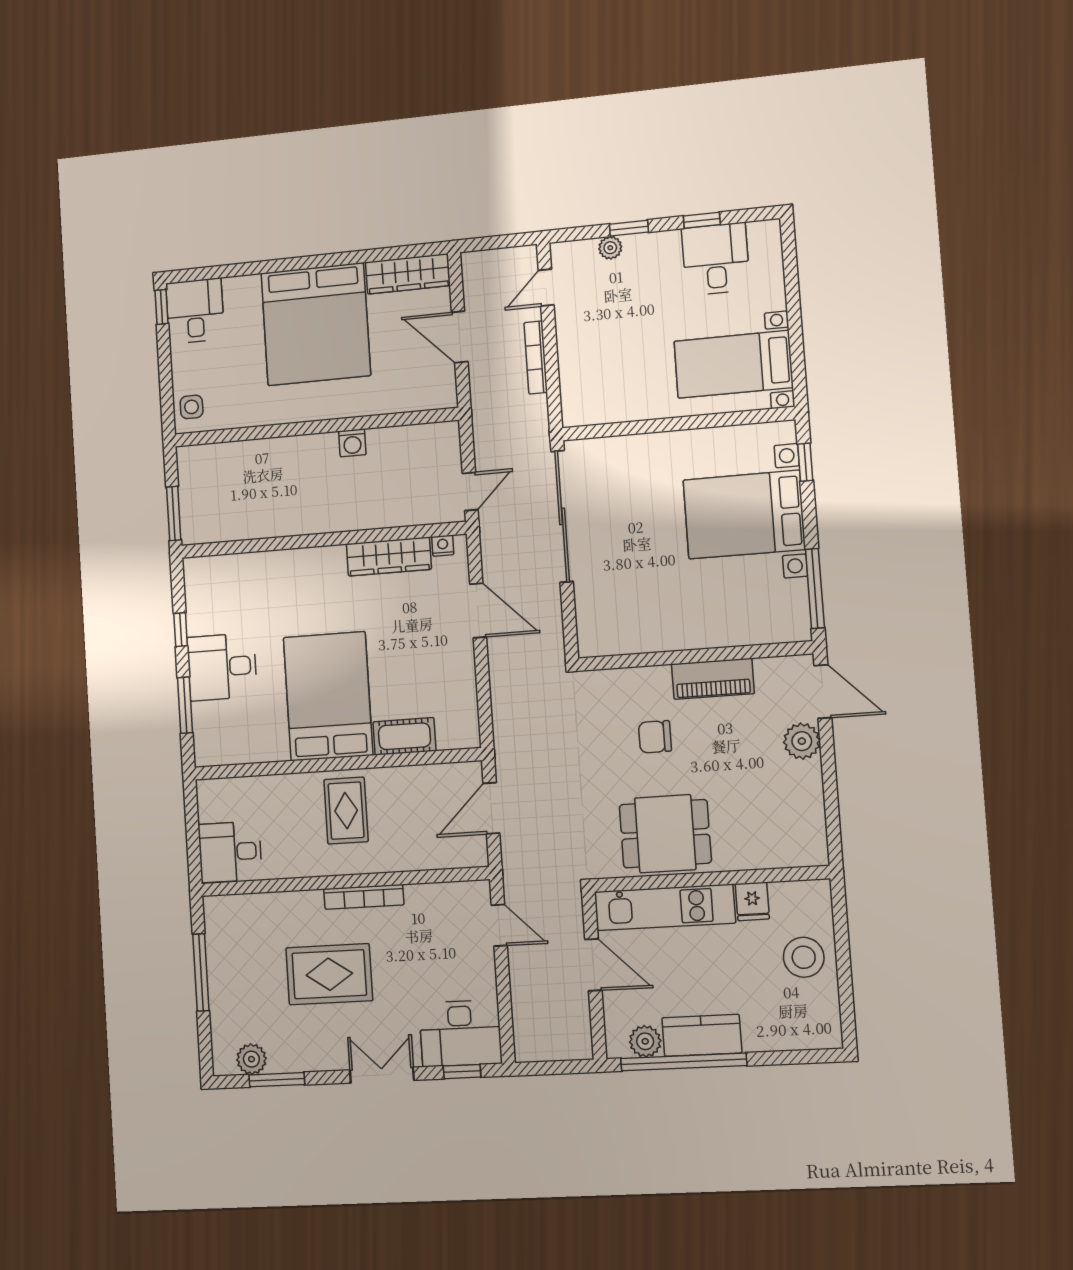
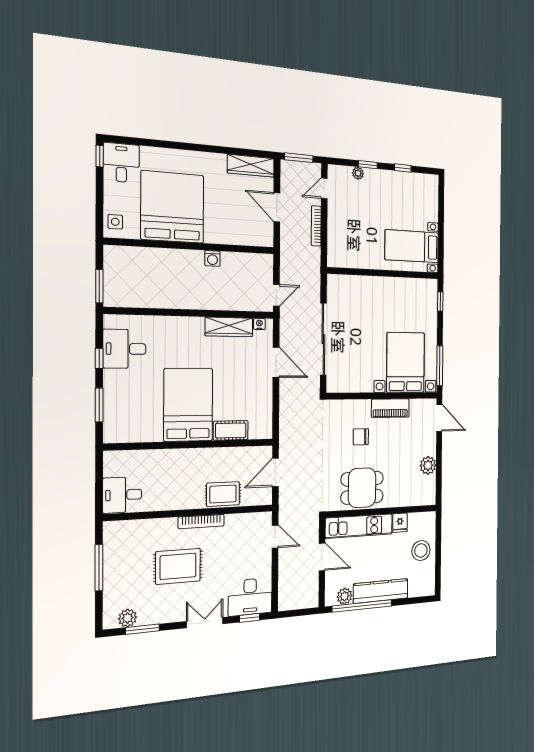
window: (494, 243) -> (299, 158), added
desk: (716, 259) -> (408, 190), removed
bed: (316, 324) -> (172, 207), moved, turned 180
bed with nightstands: (744, 515) -> (406, 362), moved, turned 90
sliding door: (562, 516) -> (323, 339), moved
desk: (222, 667) -> (124, 349), moved
plant: (802, 741) -> (428, 465), moved
rug: (346, 811) -> (223, 494), moved, turned 90
kitchen counter: (702, 1035) -> (381, 591), width x1.50

